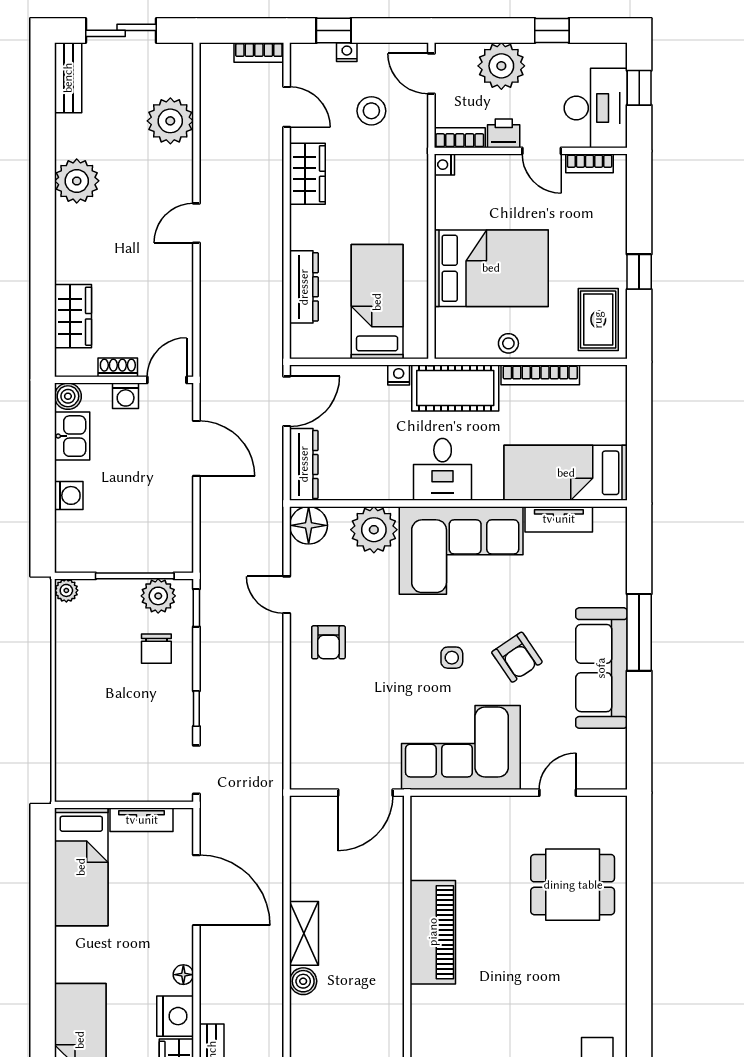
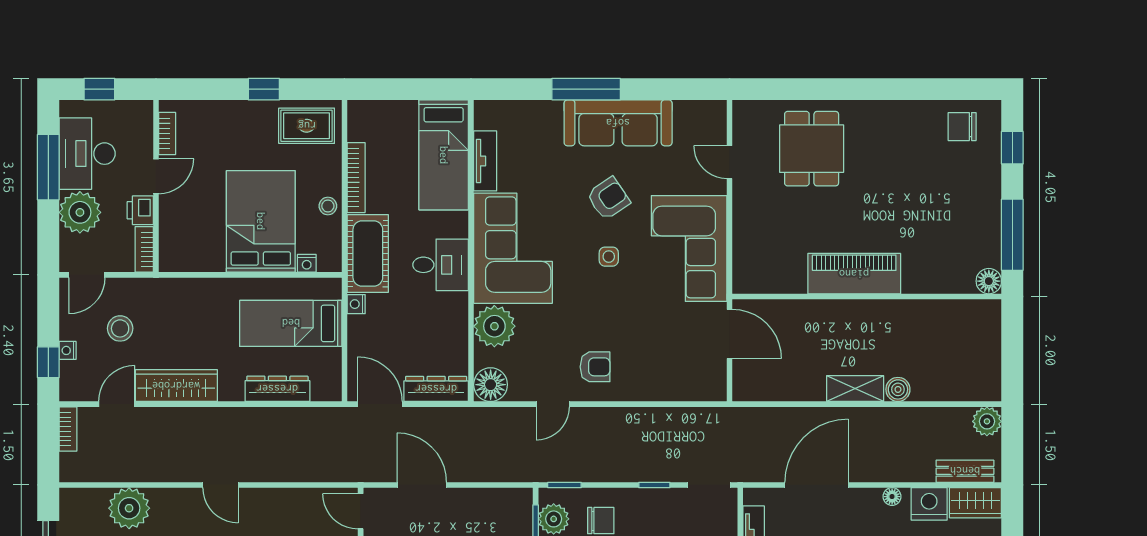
window: (552, 30) -> (48, 167), width x2.17
desk: (596, 108) -> (87, 154), moved, turned -90
nightstand: (444, 165) -> (307, 263), moved
wardrobe: (307, 174) -> (176, 386), width x1.50
door: (196, 448) -> (422, 485), hinge flipped

